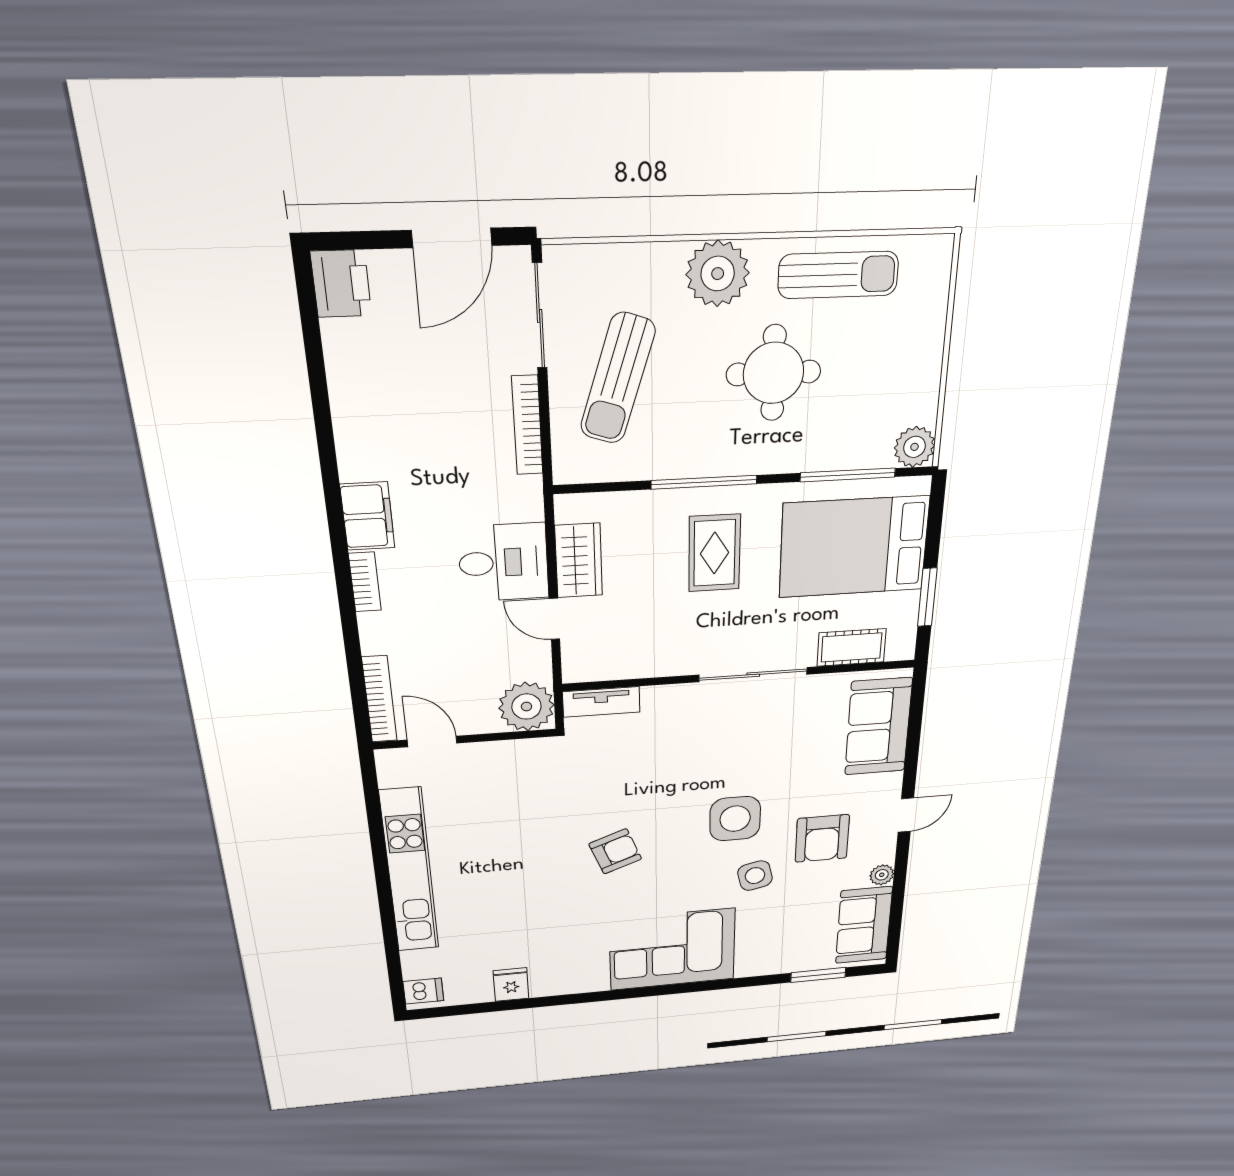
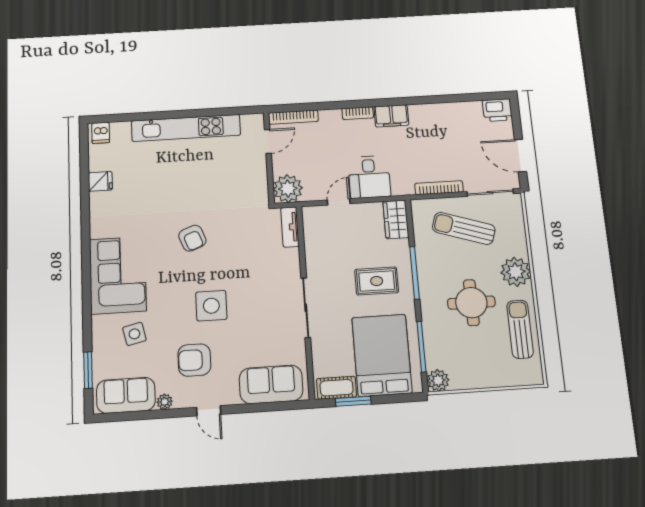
sun lounger: (838, 275) -> (520, 329), turned 180
wardrobe: (579, 561) -> (396, 219), moved, turned 90
cot: (851, 647) -> (337, 388), moved, turned 90
side table: (755, 876) -> (134, 334), moved

